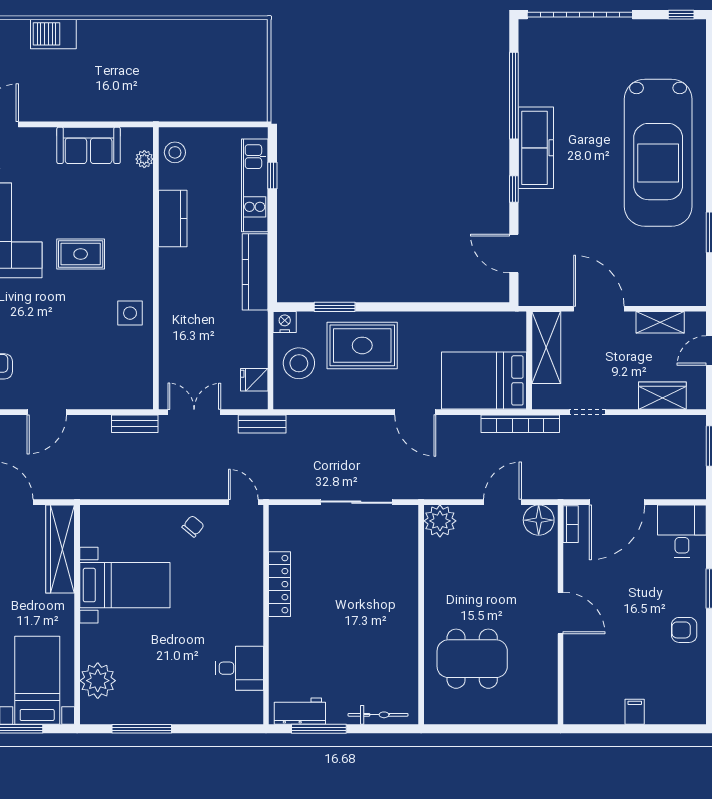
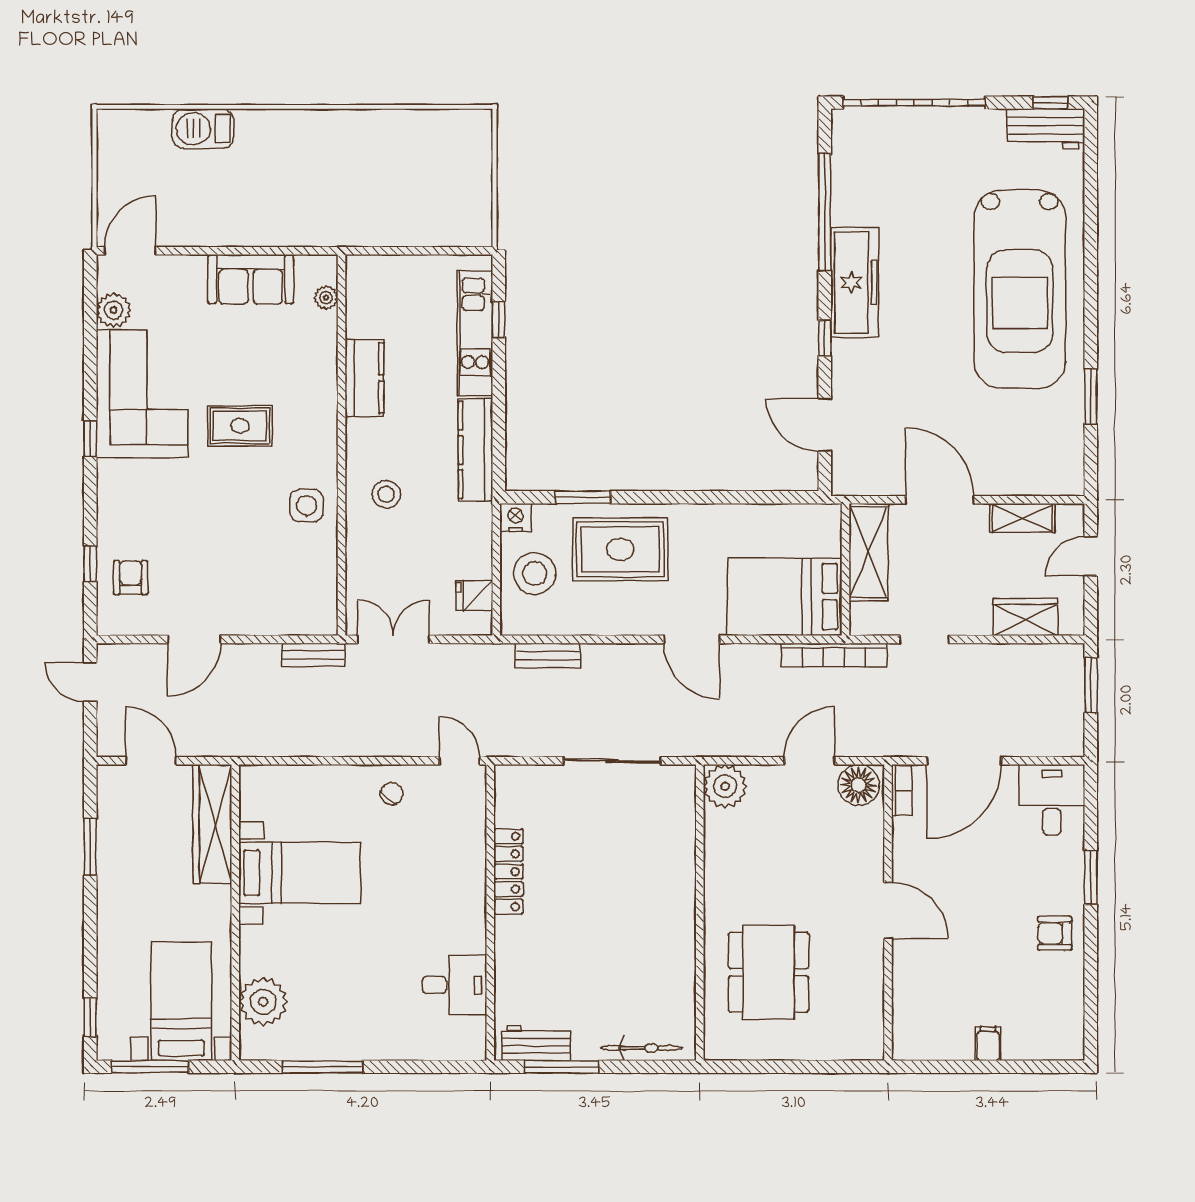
workbench: (678, 34) -> (1046, 129), added
stool: (175, 152) -> (386, 494), moved
bench: (262, 424) -> (548, 655), moved
dining table: (472, 659) -> (769, 972), turned 90

